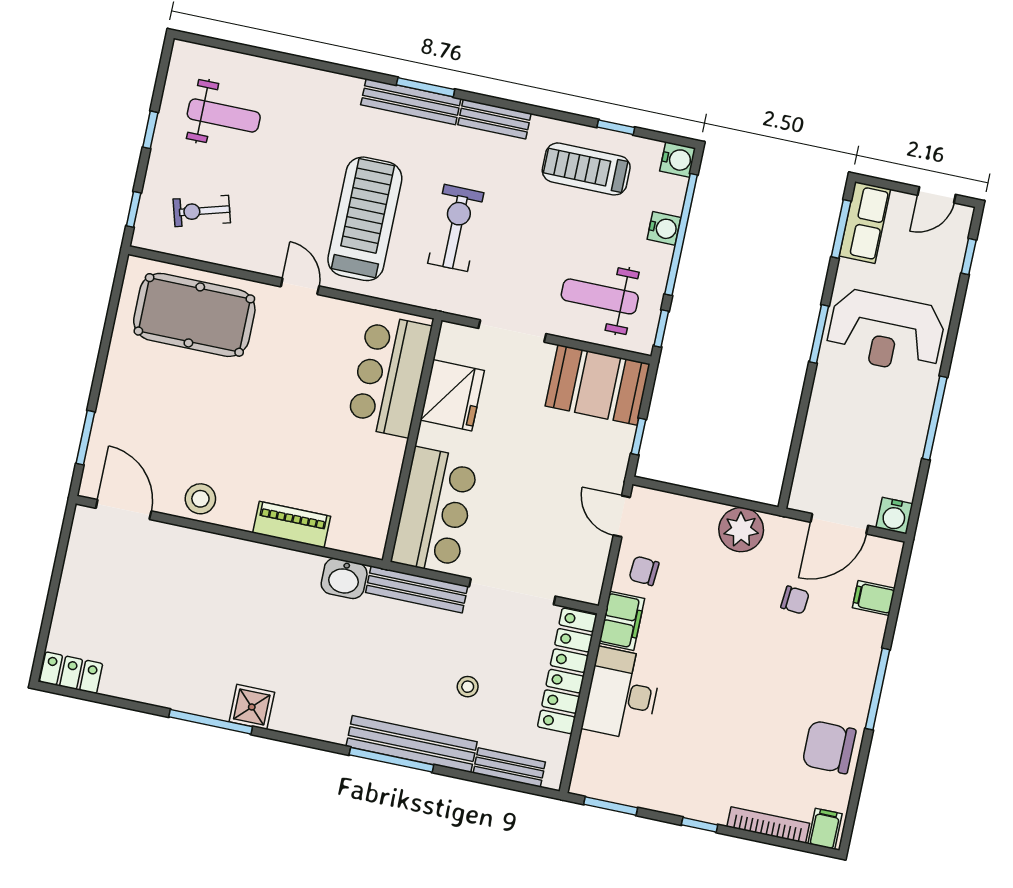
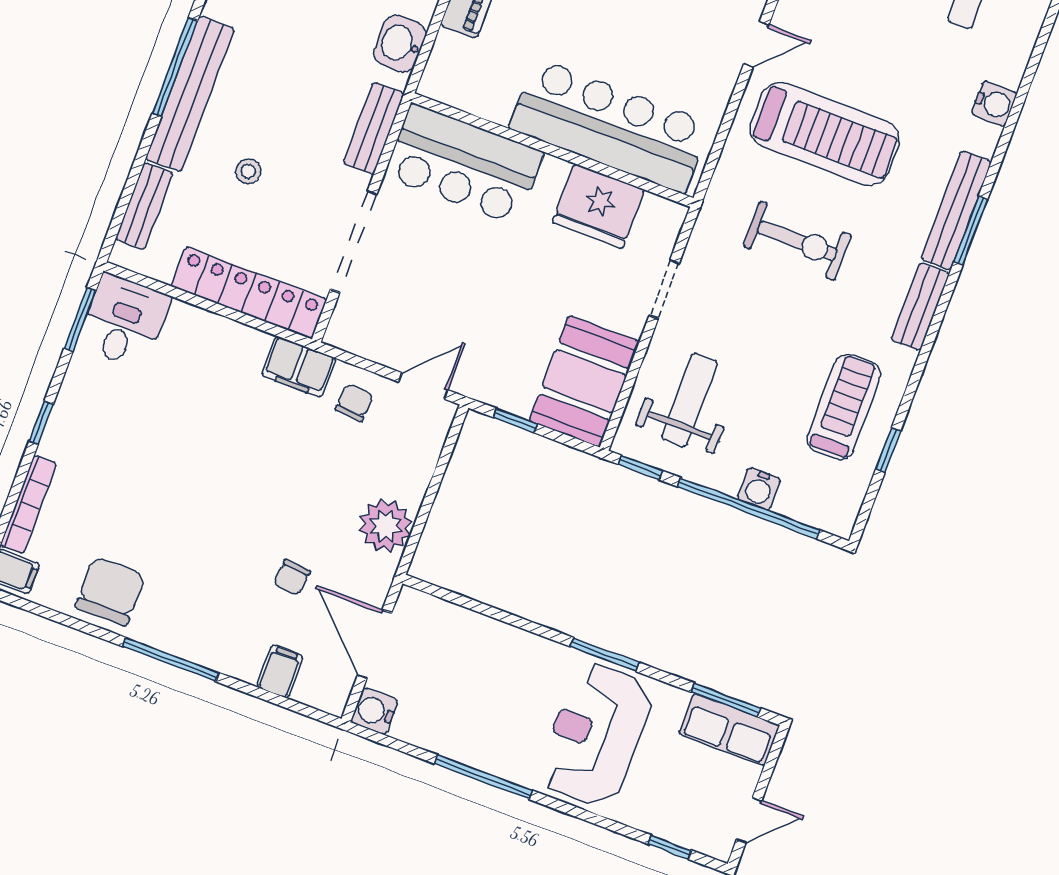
water cooler: (678, 160) -> (994, 103), moved, turned -90
door: (937, 195) -> (749, 820), swing flipped
doorway: (512, 331) -> (664, 289), width x0.73
bar counter: (389, 376) -> (610, 126), width x1.36
bench: (417, 589) -> (374, 128), width x0.73
desk: (622, 694) -> (124, 321), moved, width x0.73

